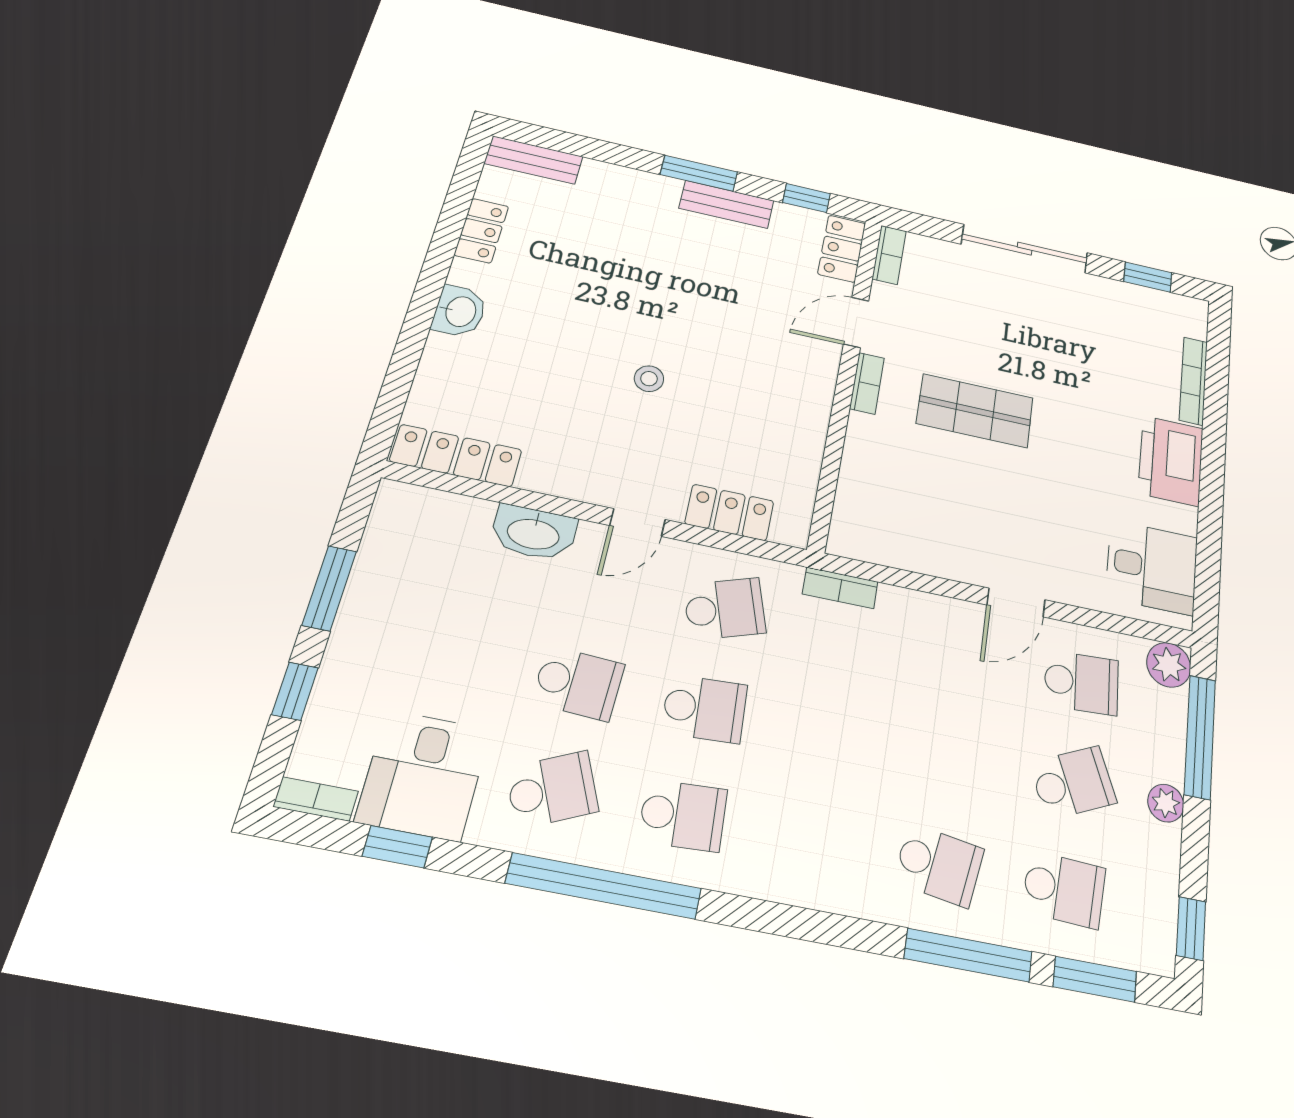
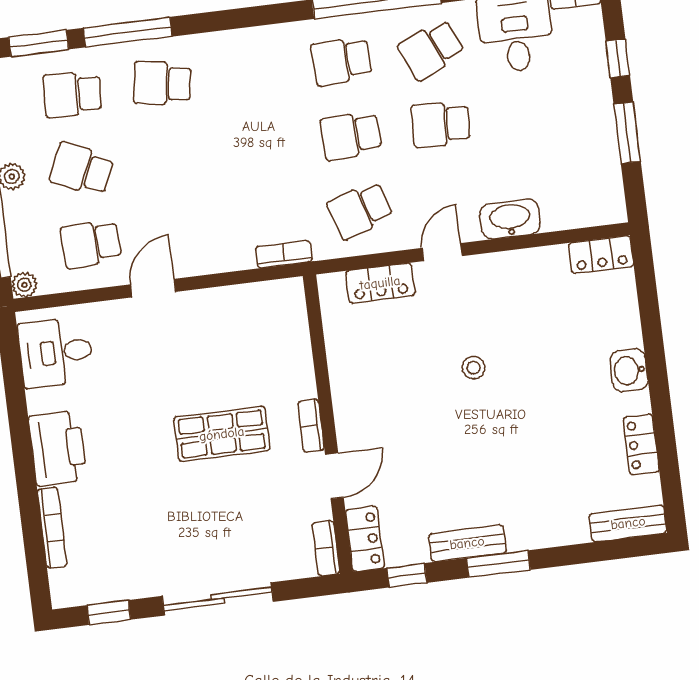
locker: (456, 456) -> (601, 255), width x0.66
plant: (1169, 665) -> (24, 285), width x0.73, depth x0.73
school desk: (1073, 783) -> (82, 169), turned 48

